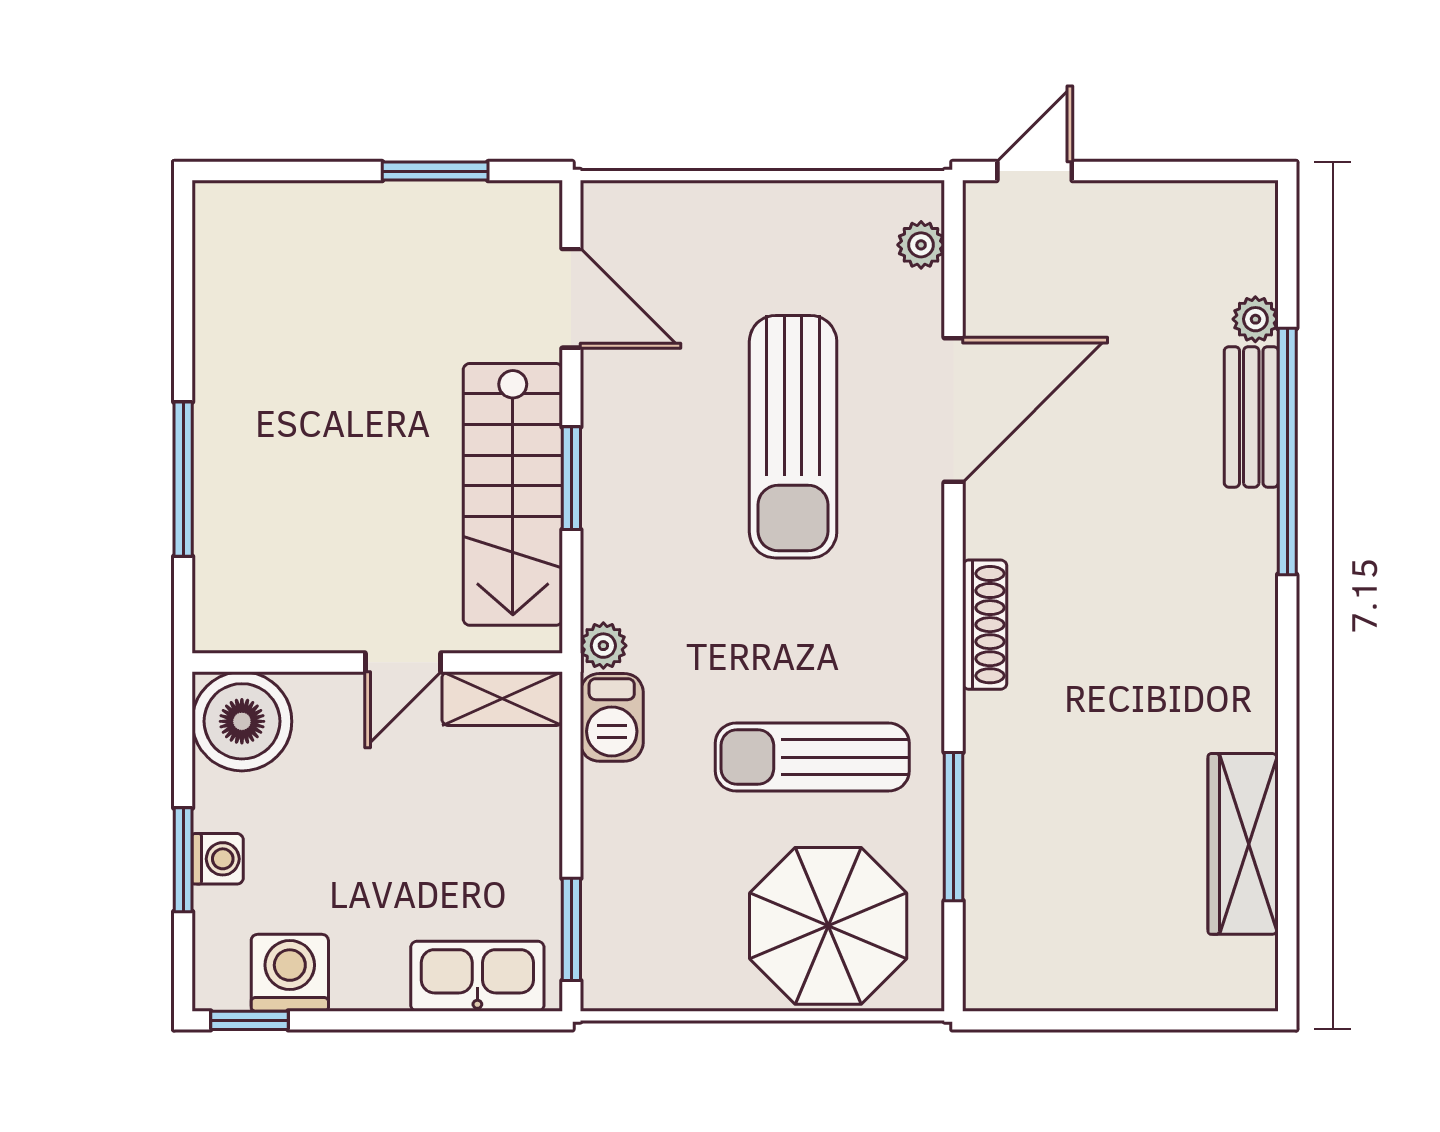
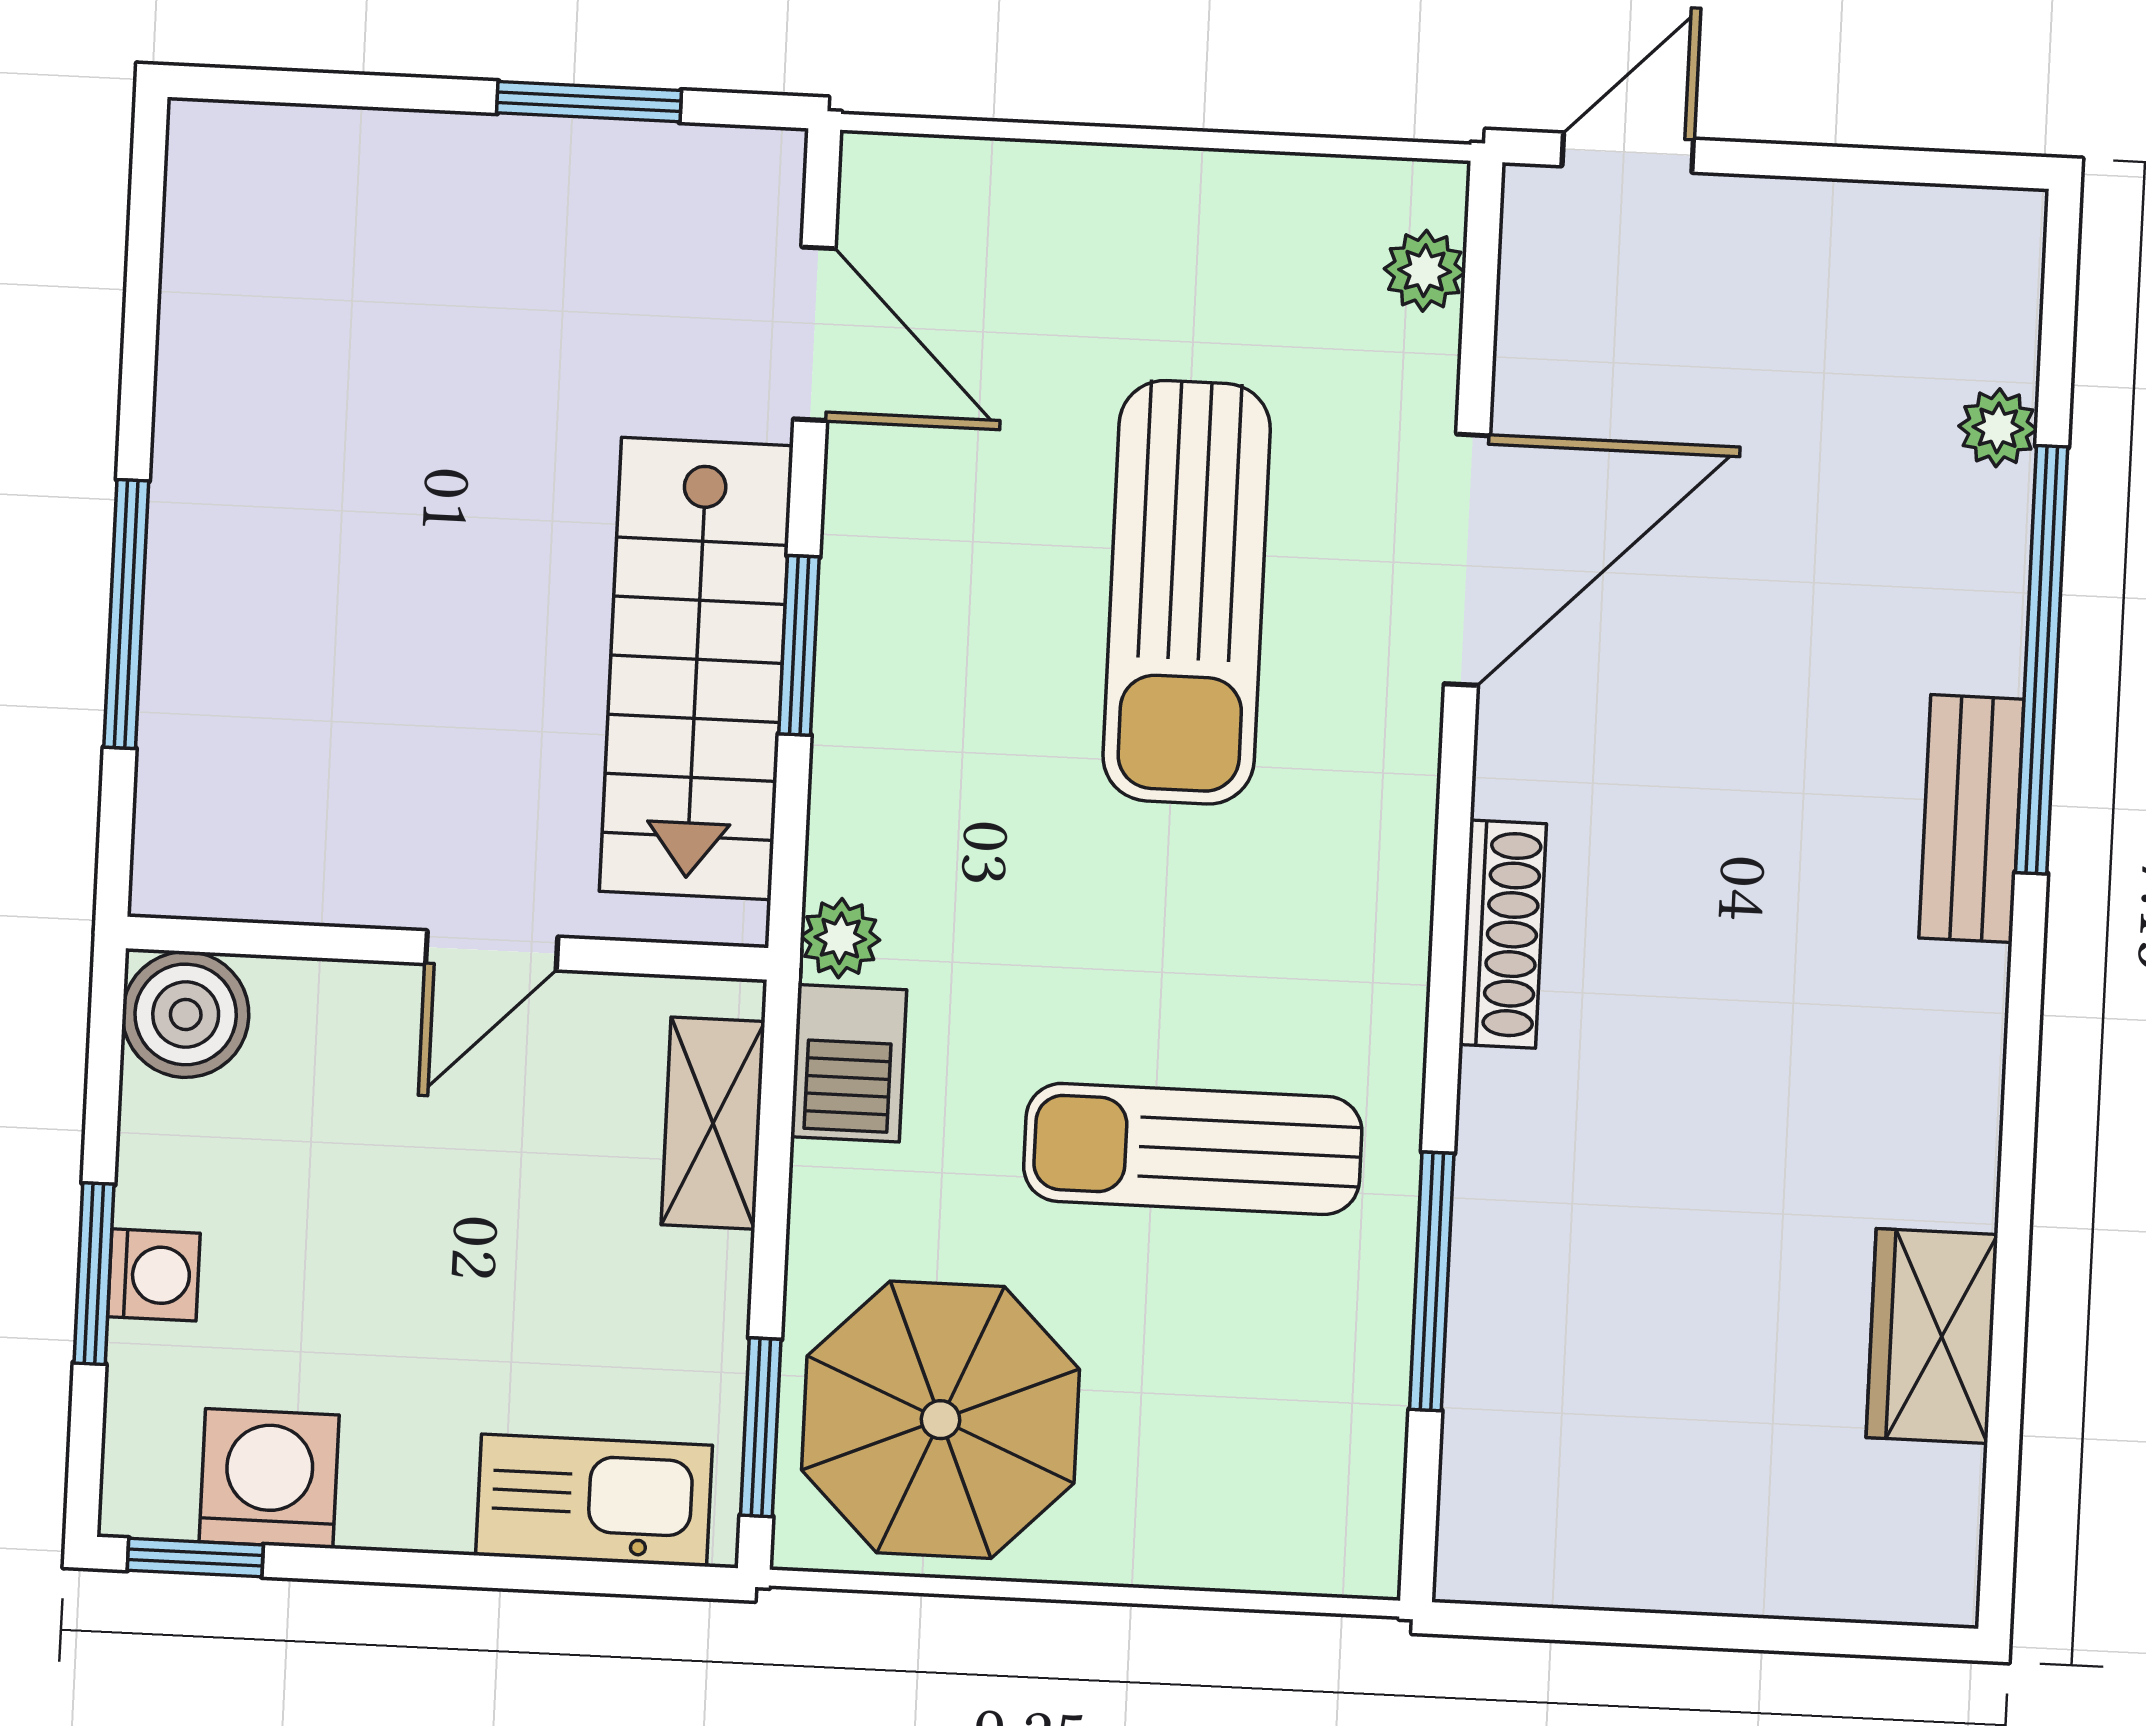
bench: (1251, 417) -> (1971, 819), moved
shelving: (502, 699) -> (713, 1123), moved, turned 90
boiler: (242, 721) -> (186, 1014), width x0.73, depth x0.73
wardrobe: (1243, 844) -> (1932, 1336), width x0.67
parasol: (828, 926) -> (941, 1420), moved

